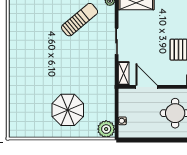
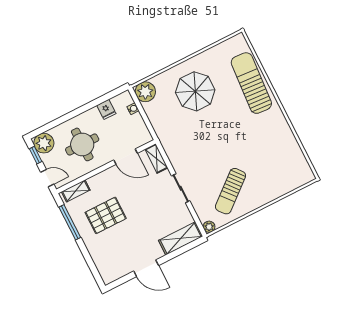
sun lounger: (22, 94) -> (251, 83), added
fridge: (143, 131) -> (106, 109), added

